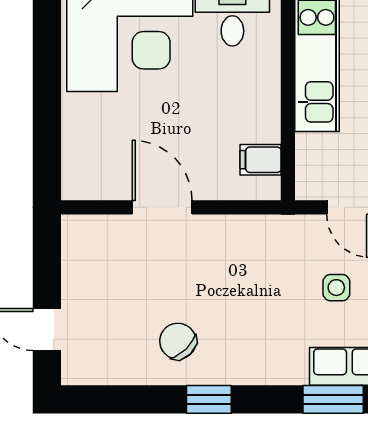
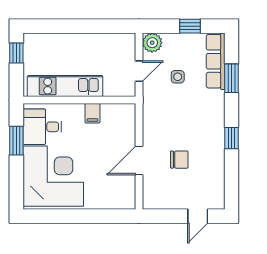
filing cabinet: (261, 160) -> (92, 113), moved
chair: (178, 341) -> (179, 160), moved, turned -136

